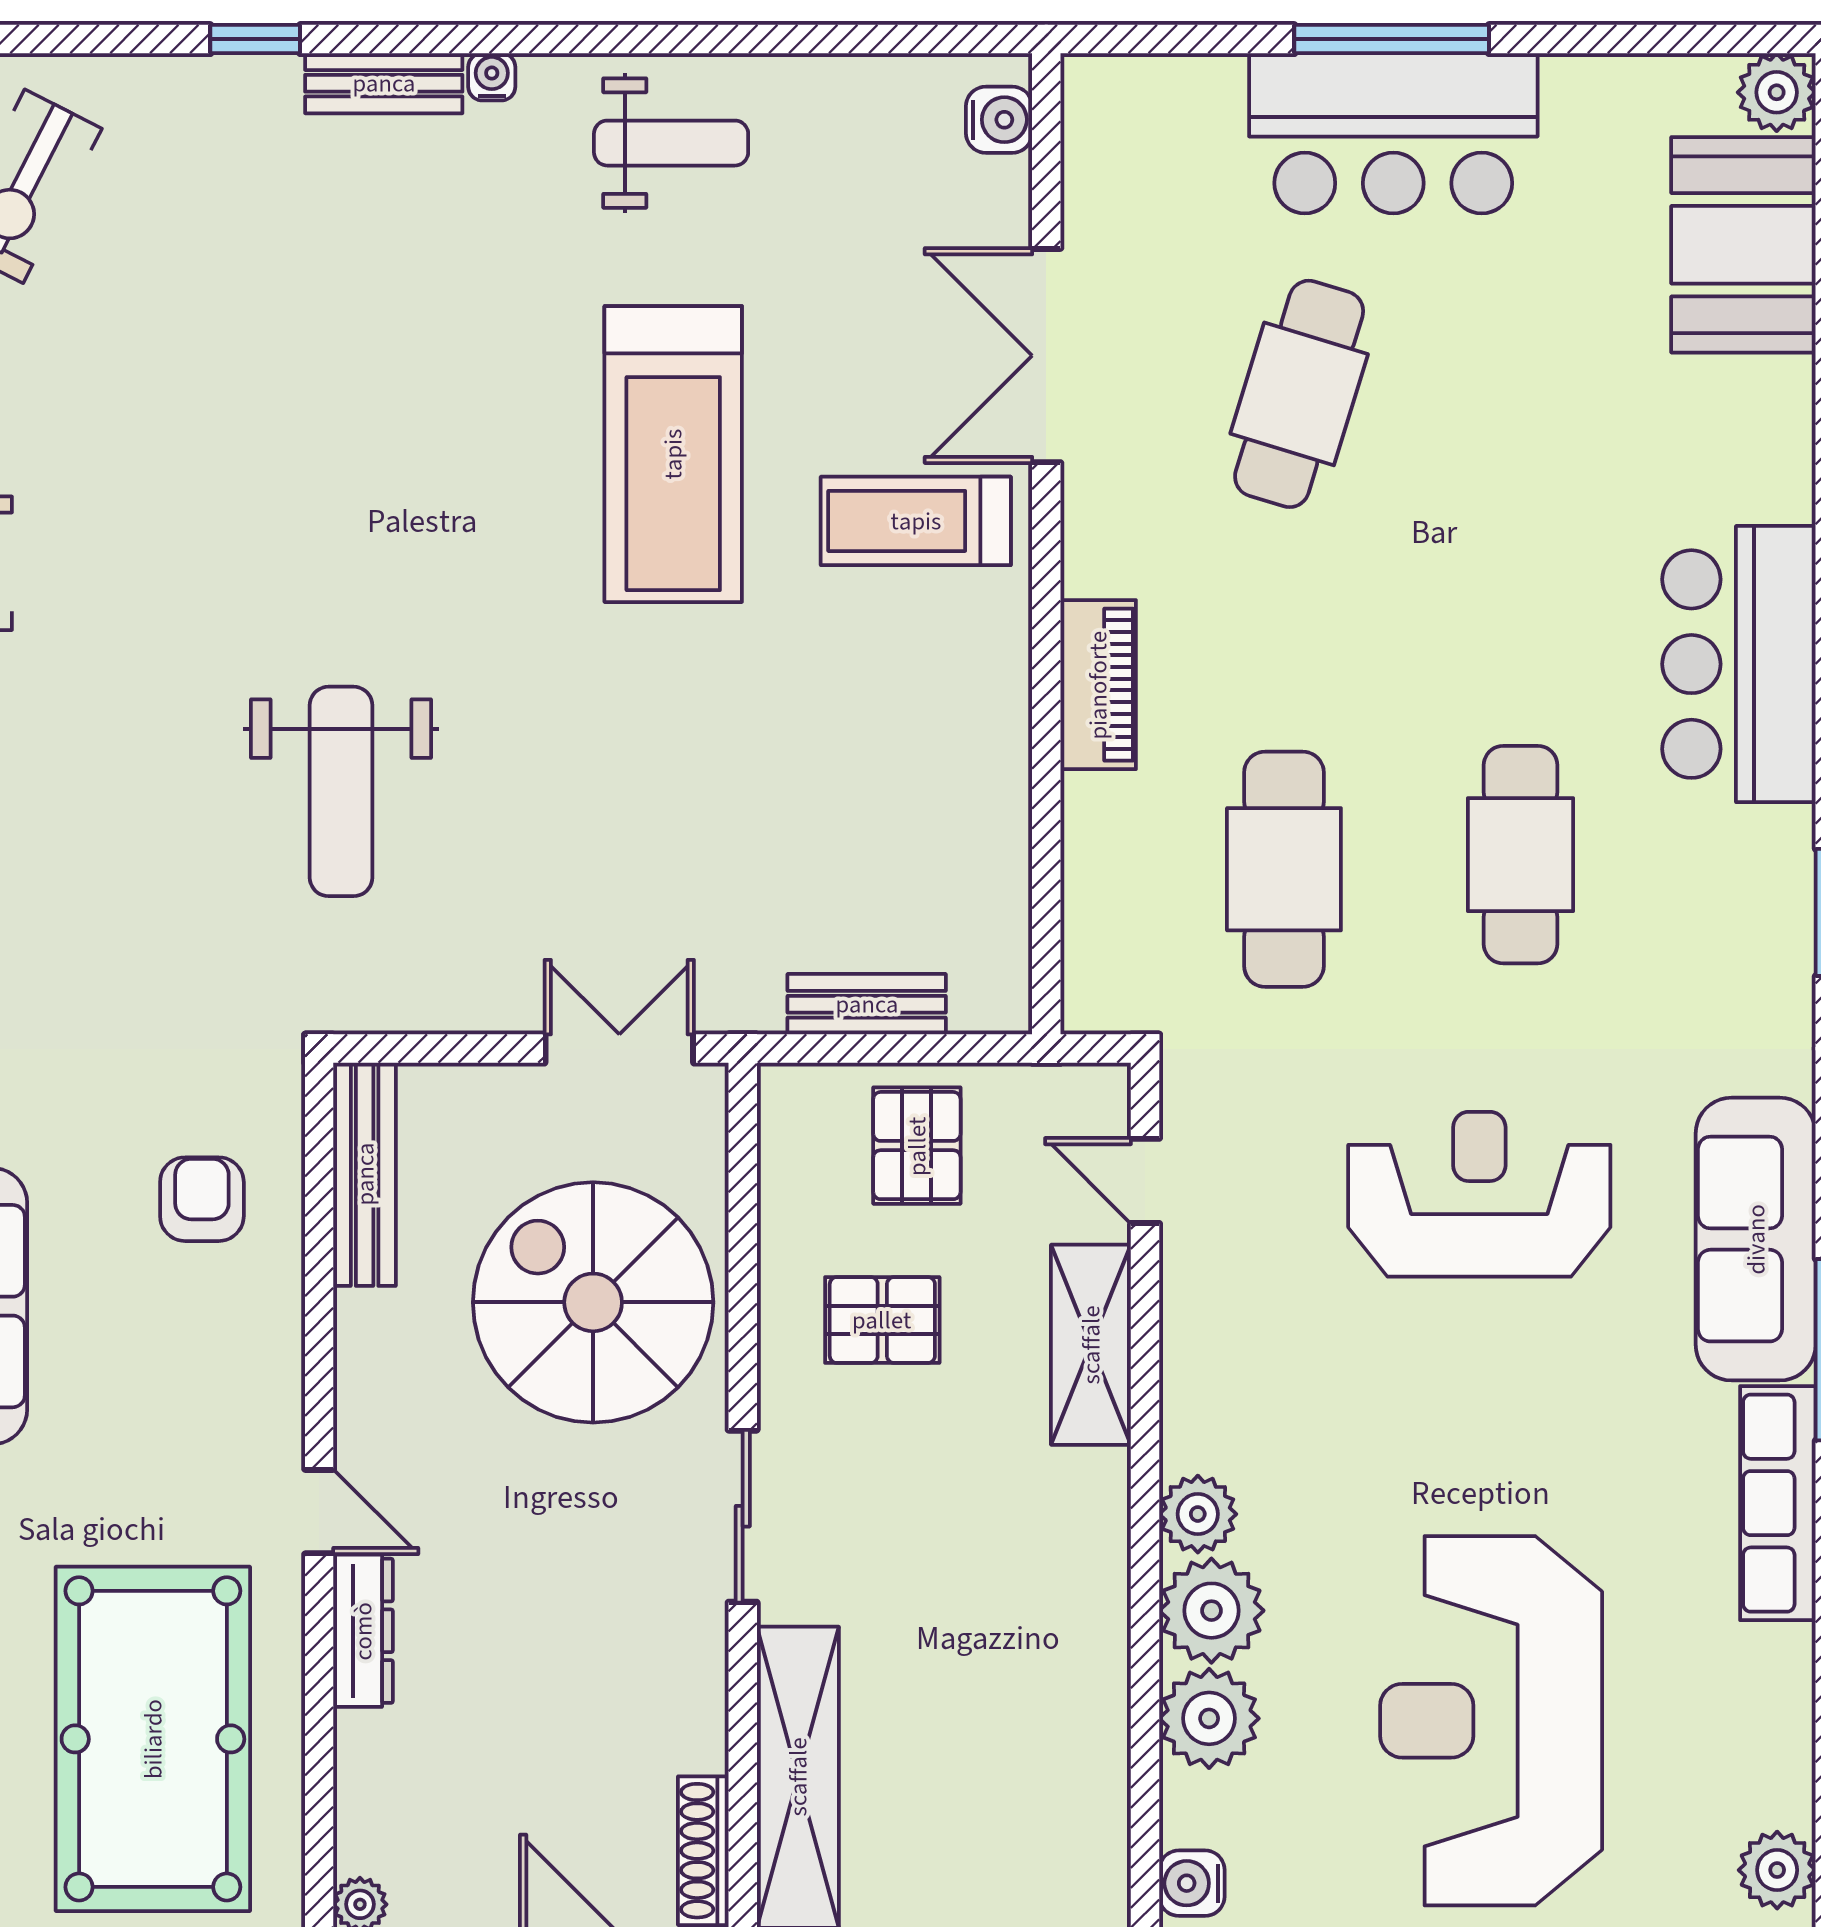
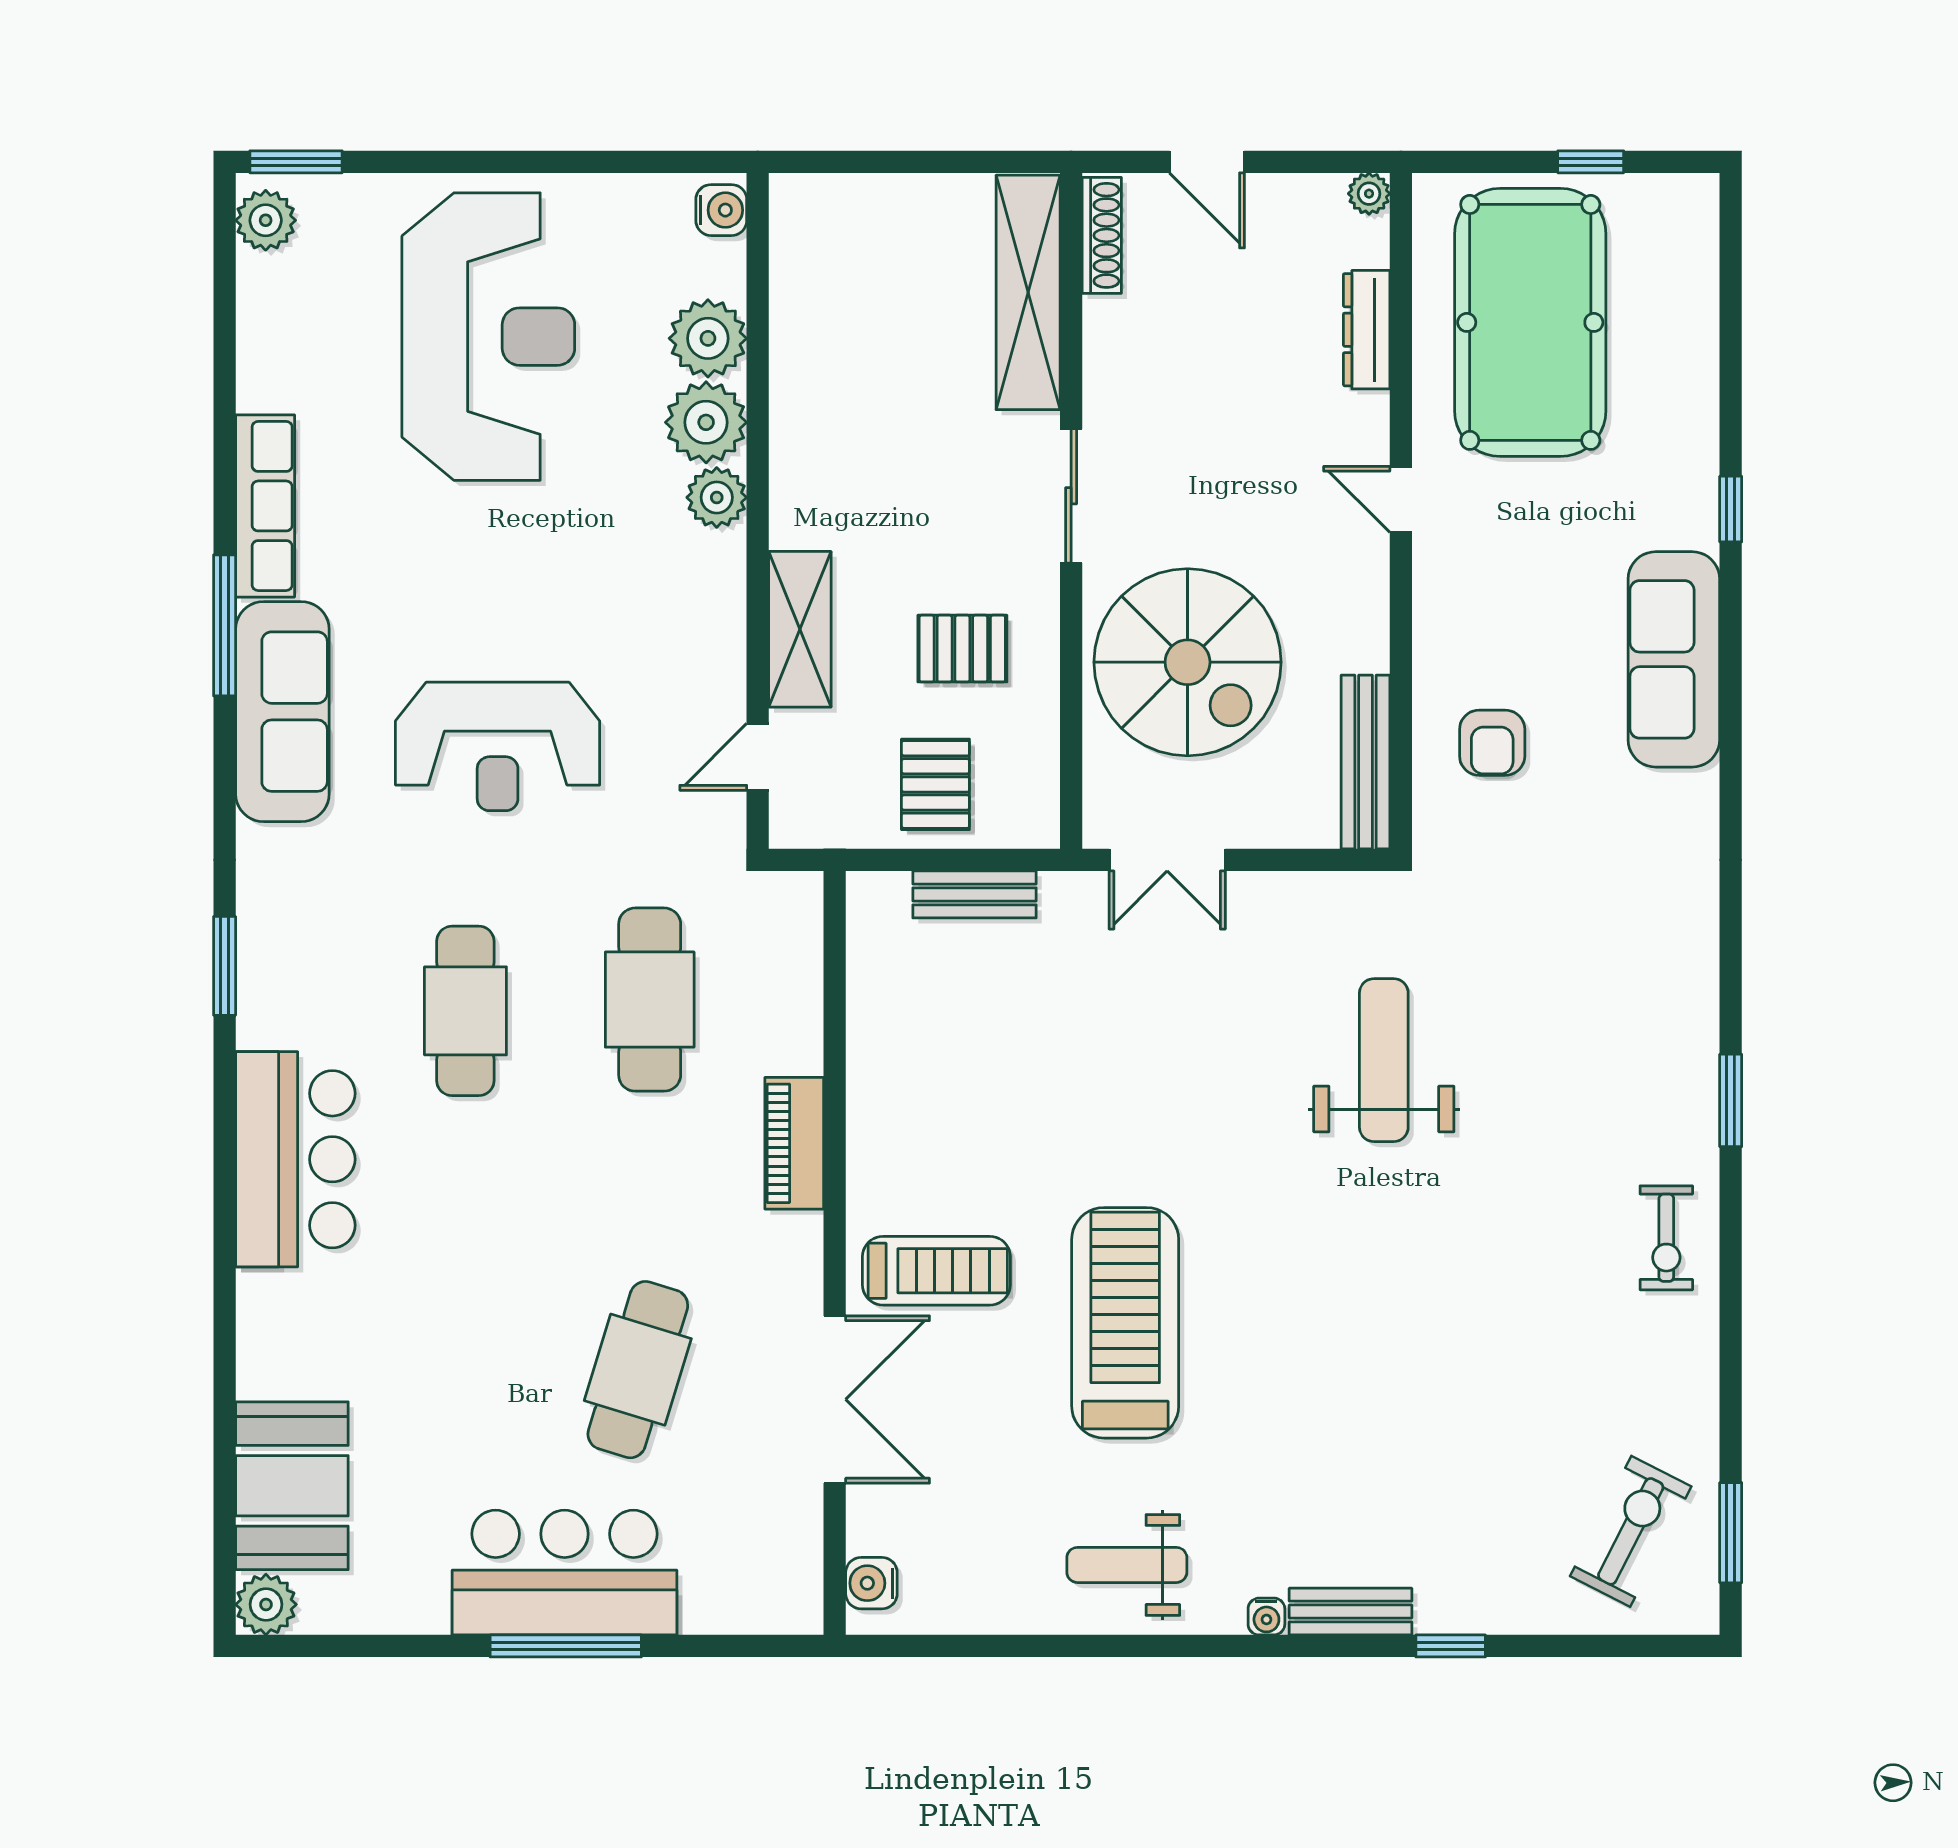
door: (1145, 1181) -> (758, 757), swing flipped
dresser: (363, 1631) -> (1367, 330), moved

